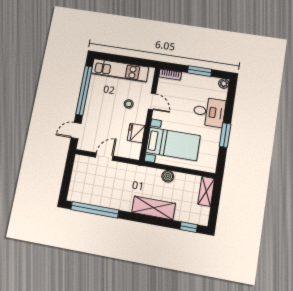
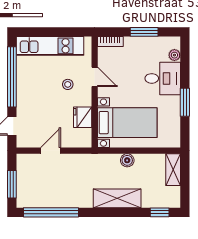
plant: (224, 83) -> (174, 55), moved
window: (67, 179) -> (12, 184), added

